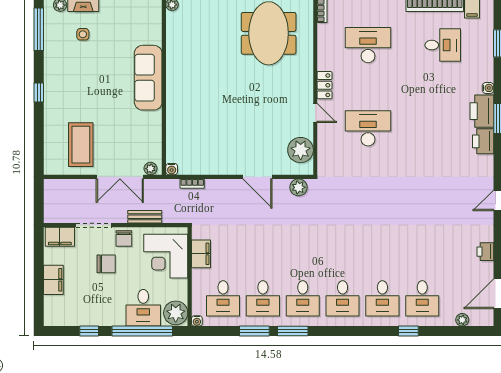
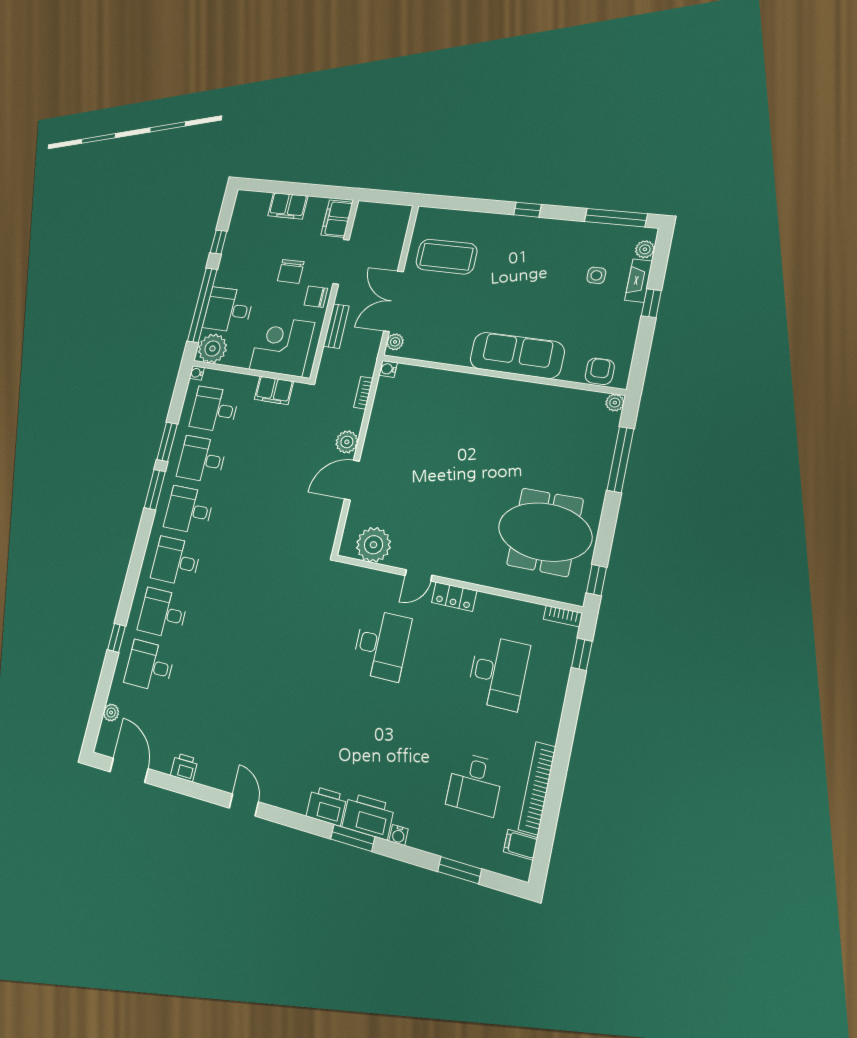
armchair: (152, 19) -> (600, 371), added
plant: (299, 187) -> (347, 442), moved

